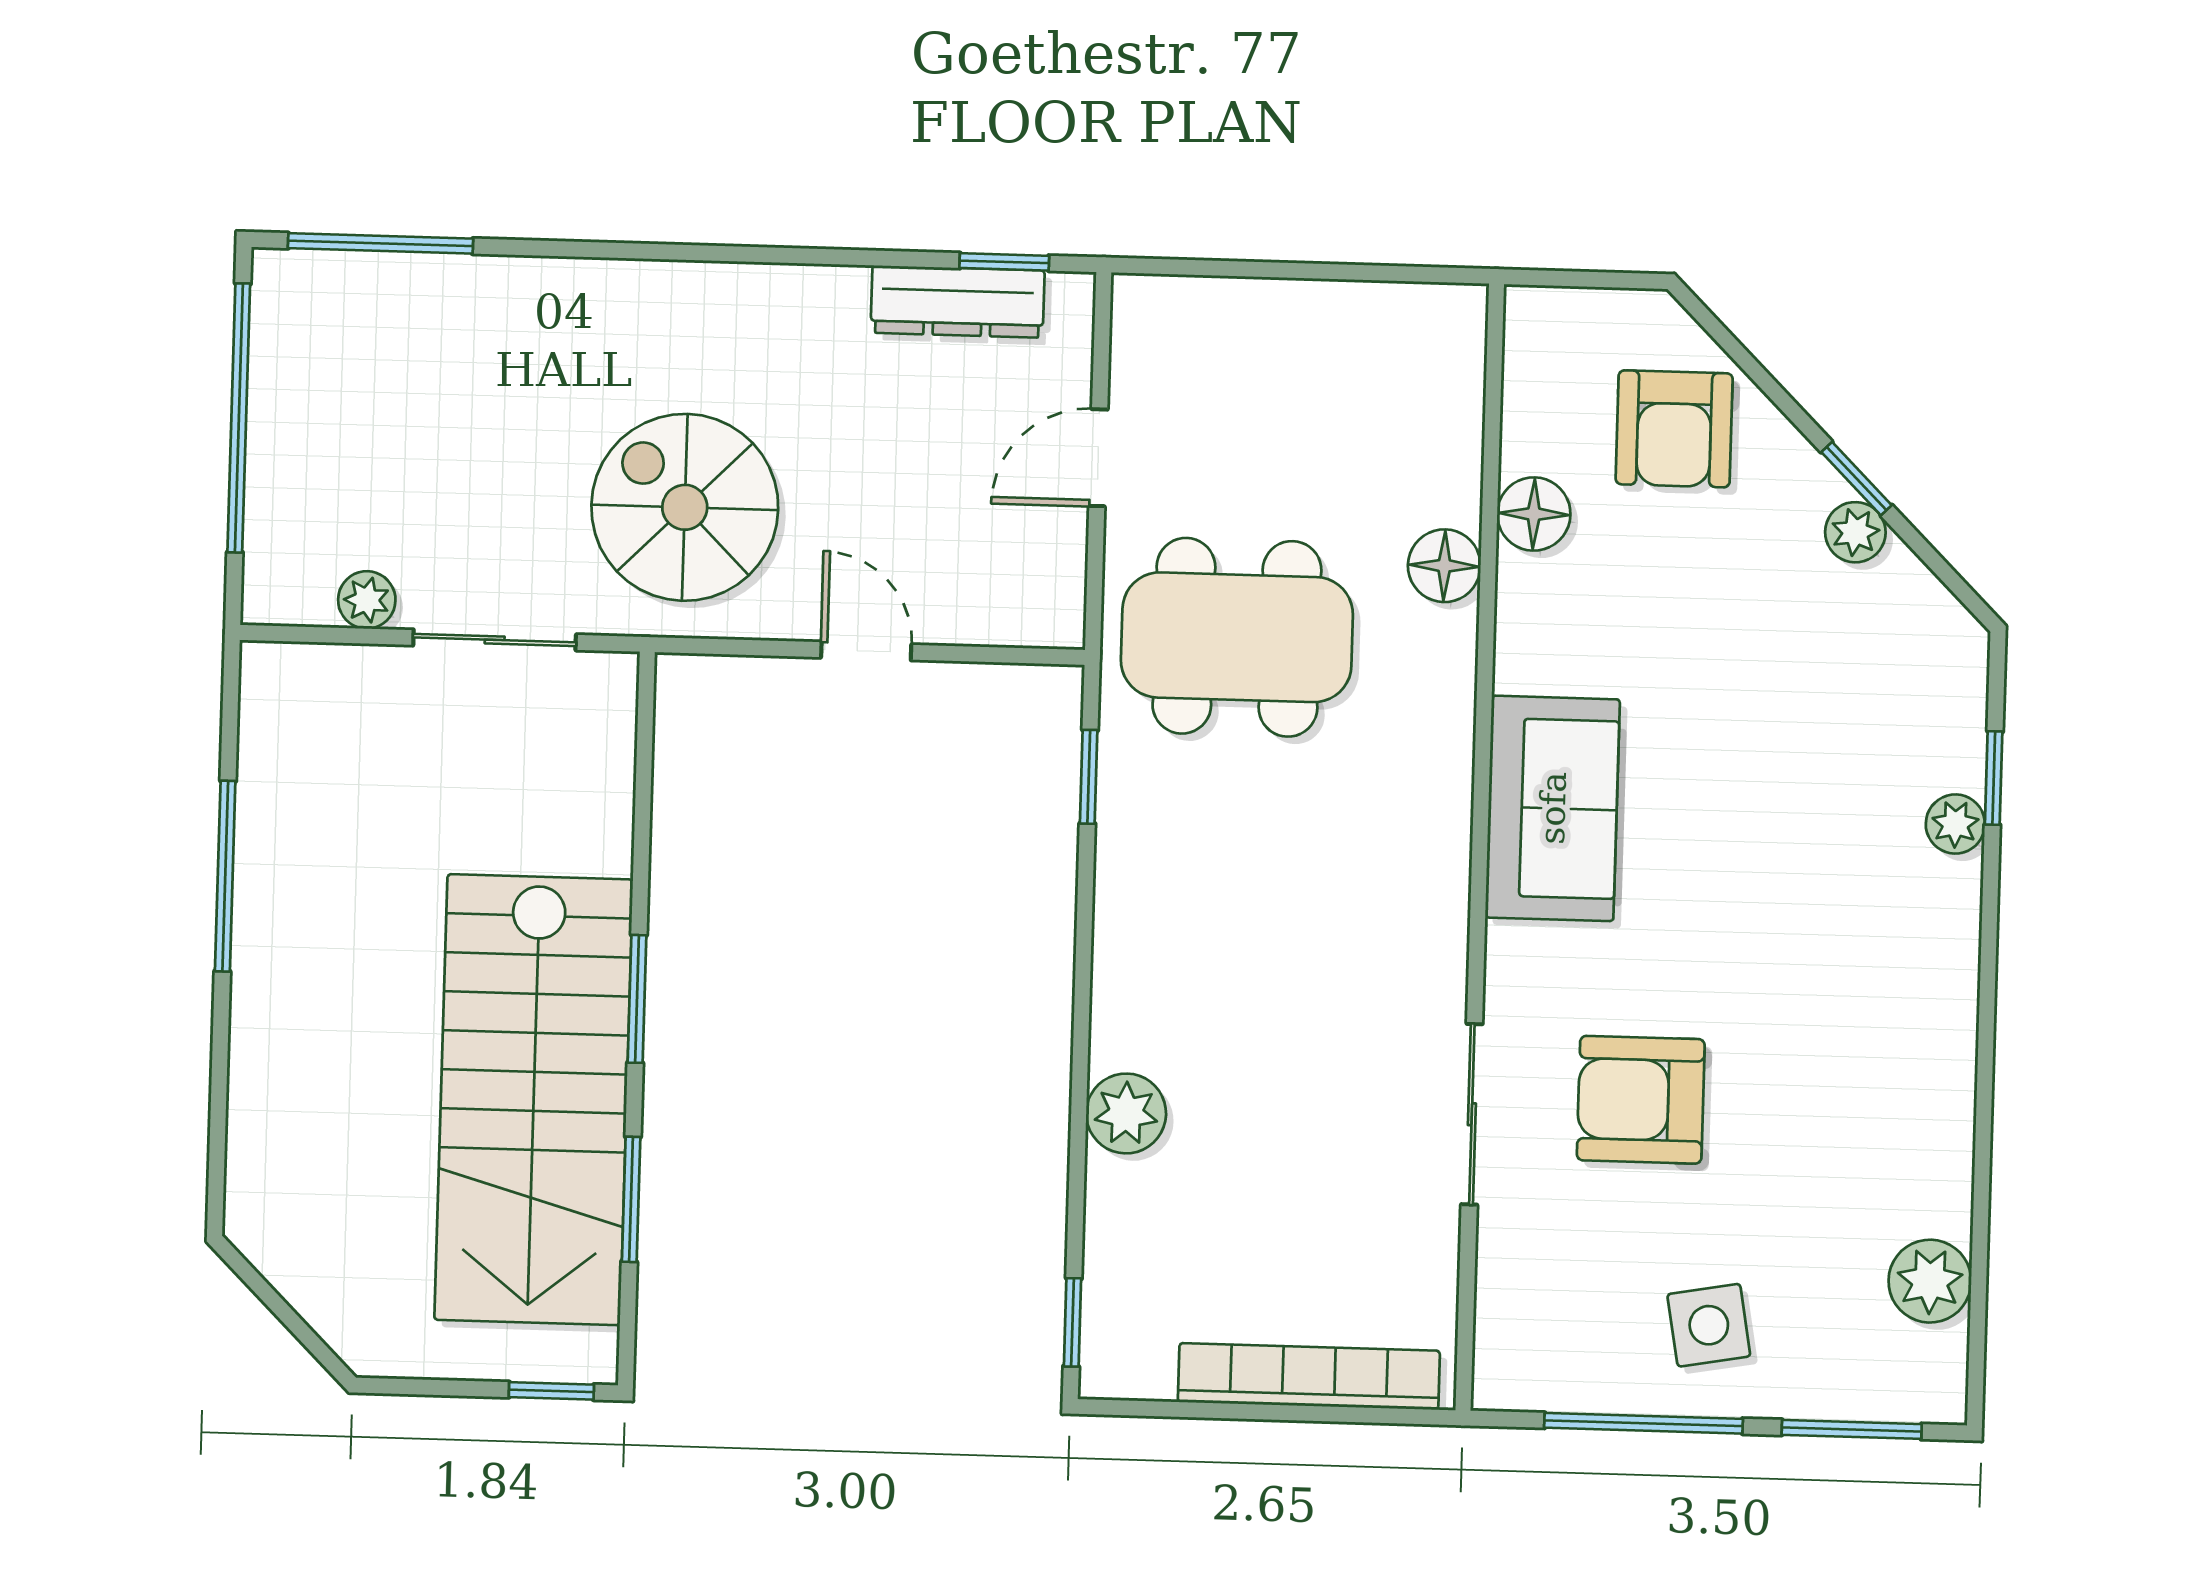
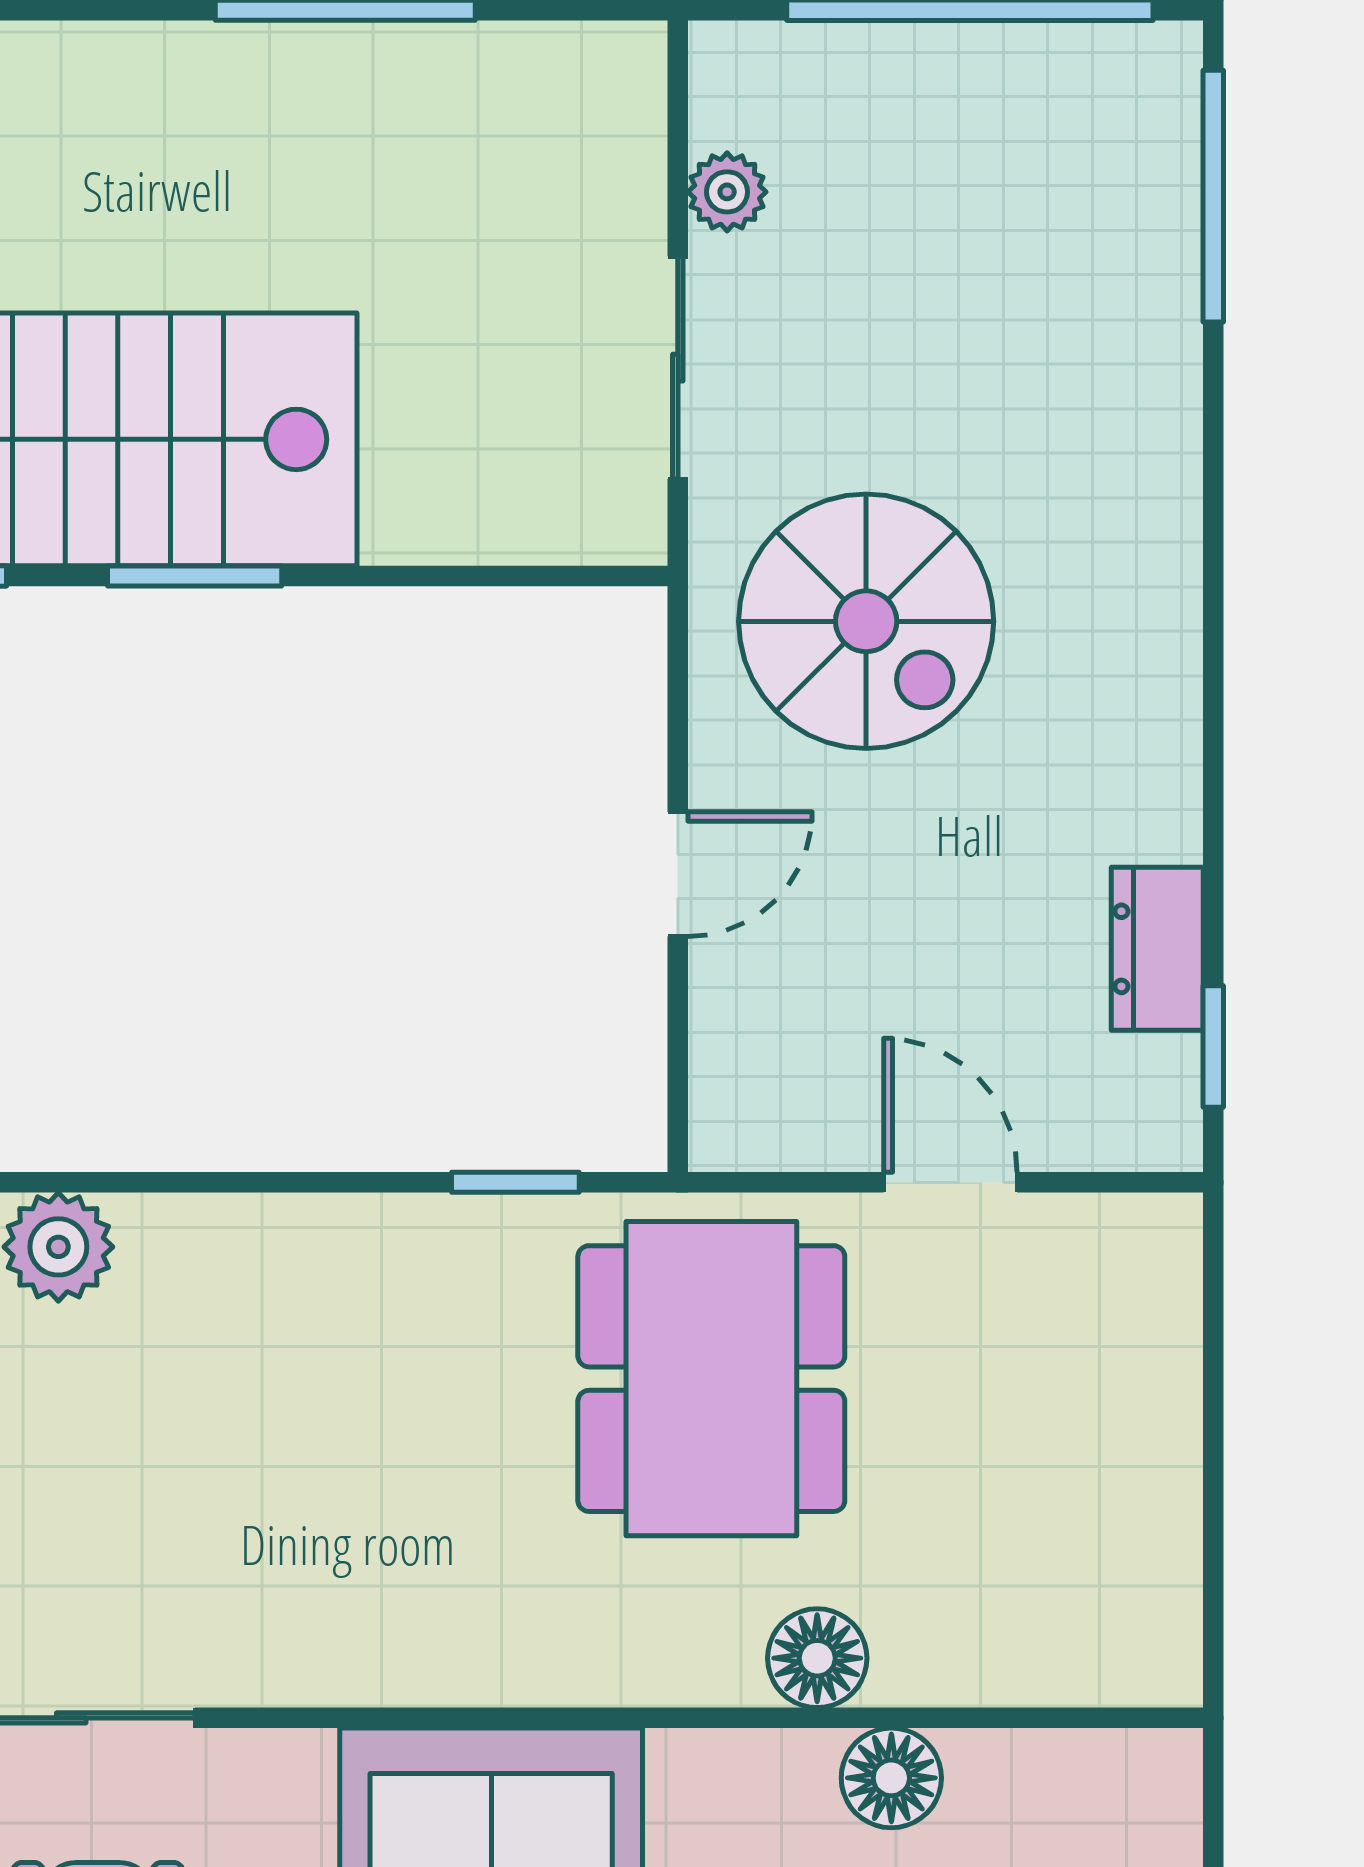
dresser: (958, 302) -> (1157, 949), width x0.70
spiral stairs: (685, 507) -> (866, 621), turned 90

